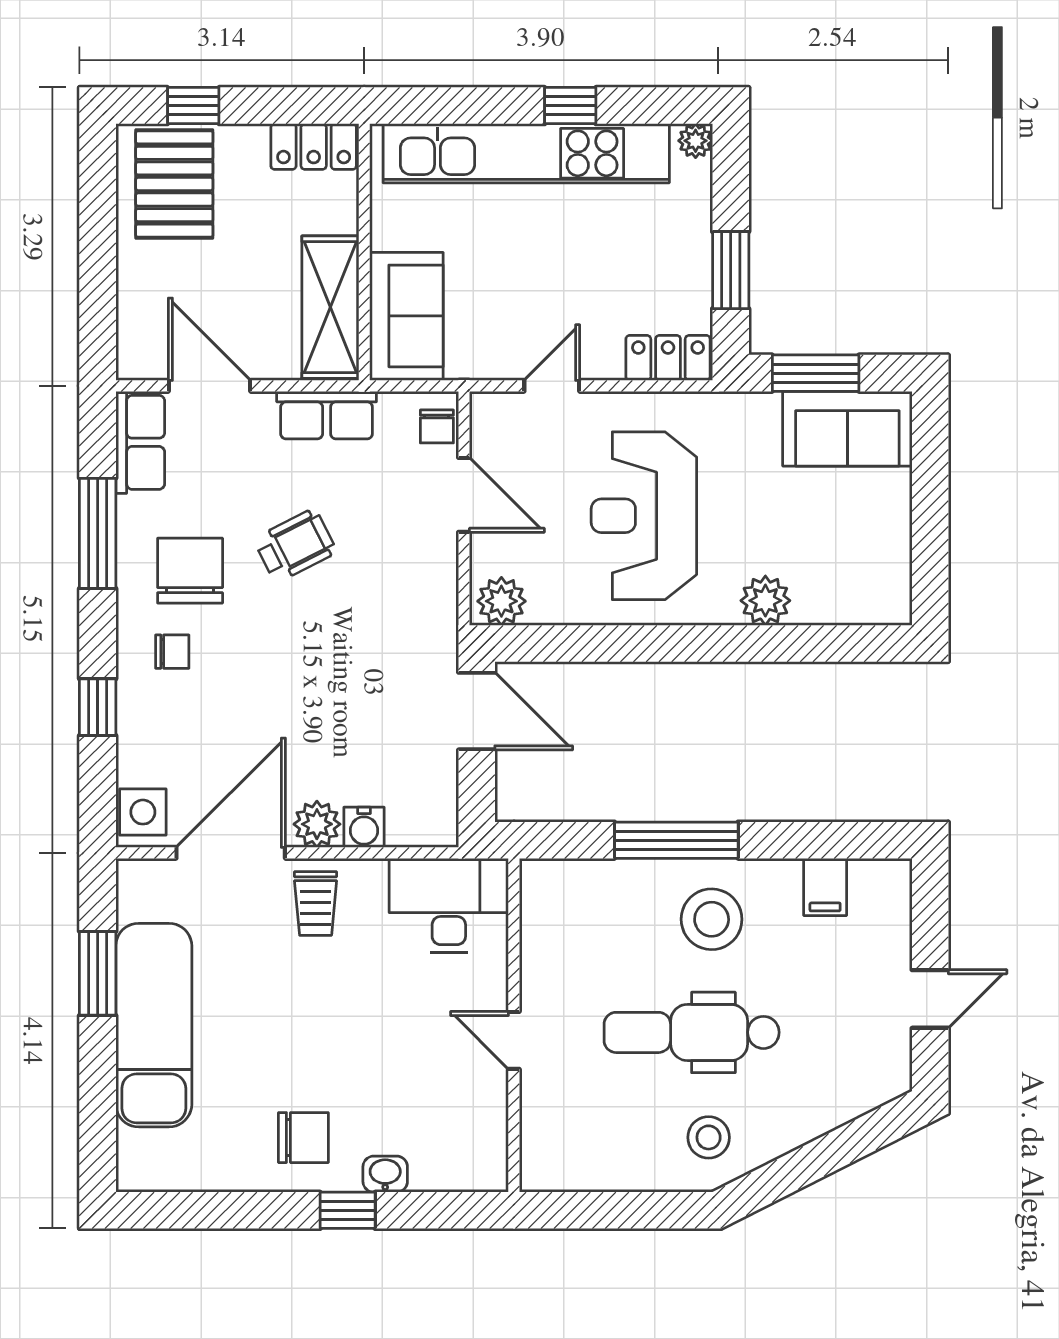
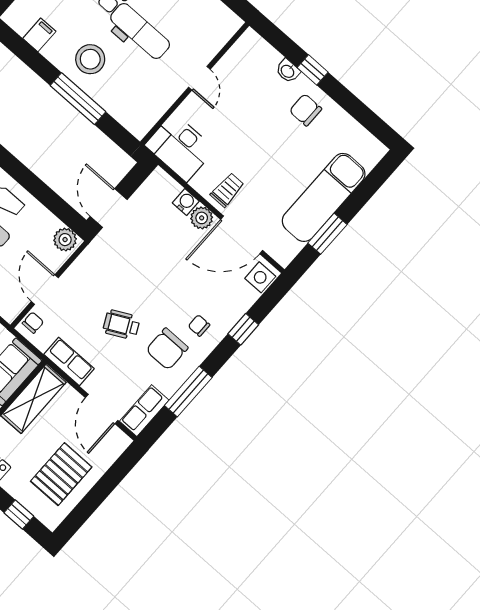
pallet: (174, 184) -> (61, 474), moved

